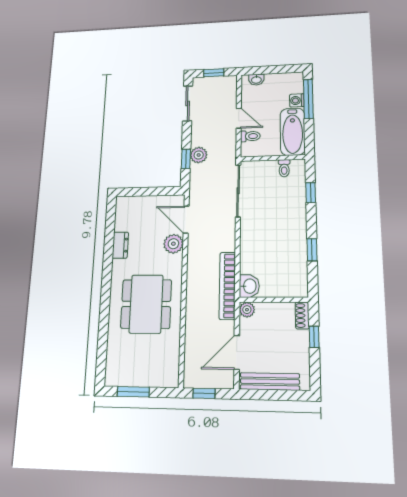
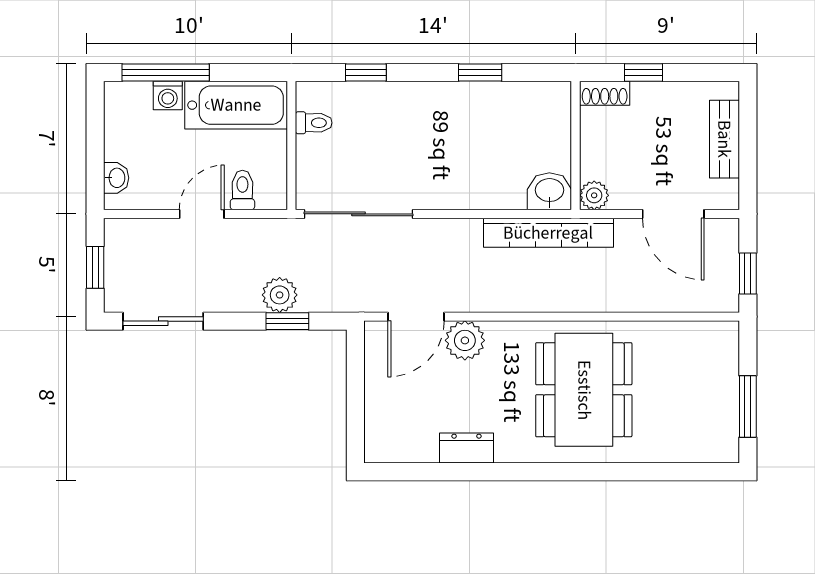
dining table: (146, 304) -> (584, 390), turned 90
bench: (270, 381) -> (724, 139), width x0.73

